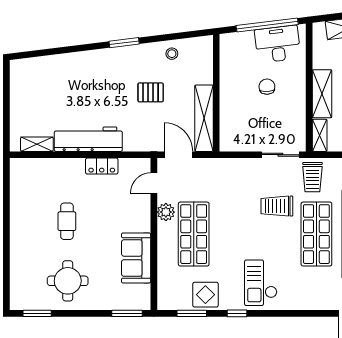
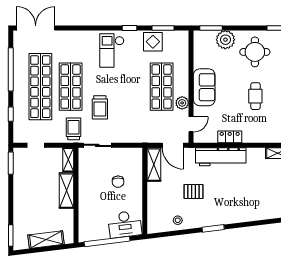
desk: (278, 44) -> (125, 224), moved
chair: (267, 87) -> (118, 182), moved
shelving: (204, 118) -> (154, 165), width x0.68
workbench: (88, 139) -> (221, 157), moved
trolley: (277, 206) -> (100, 107), turned 90
sofa: (136, 258) -> (204, 87), moved
checkout: (261, 283) -> (112, 51), turned 180
plant: (107, 297) -> (225, 40), added

